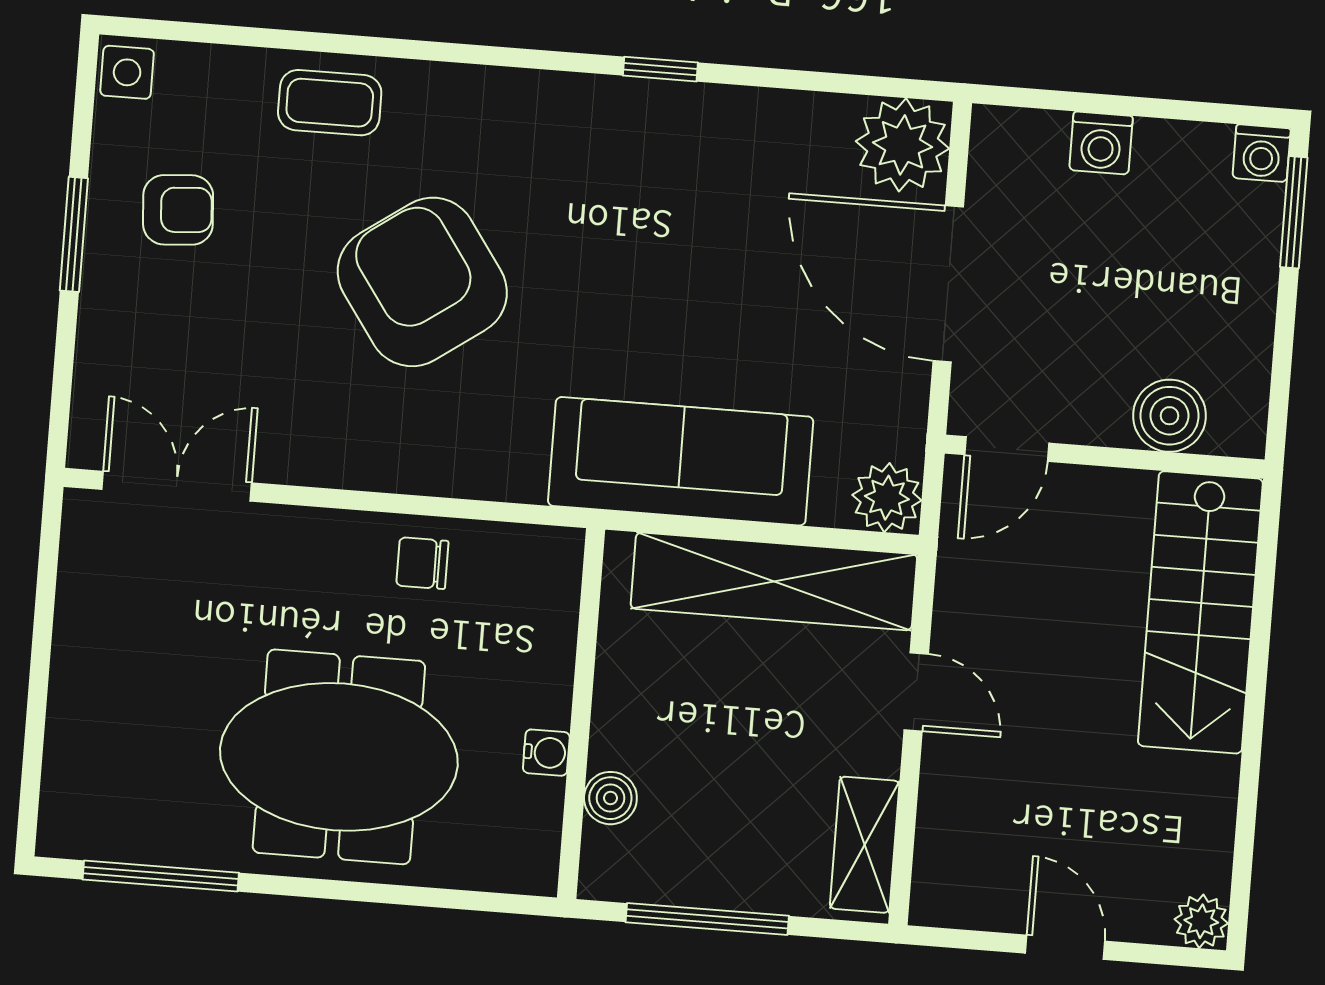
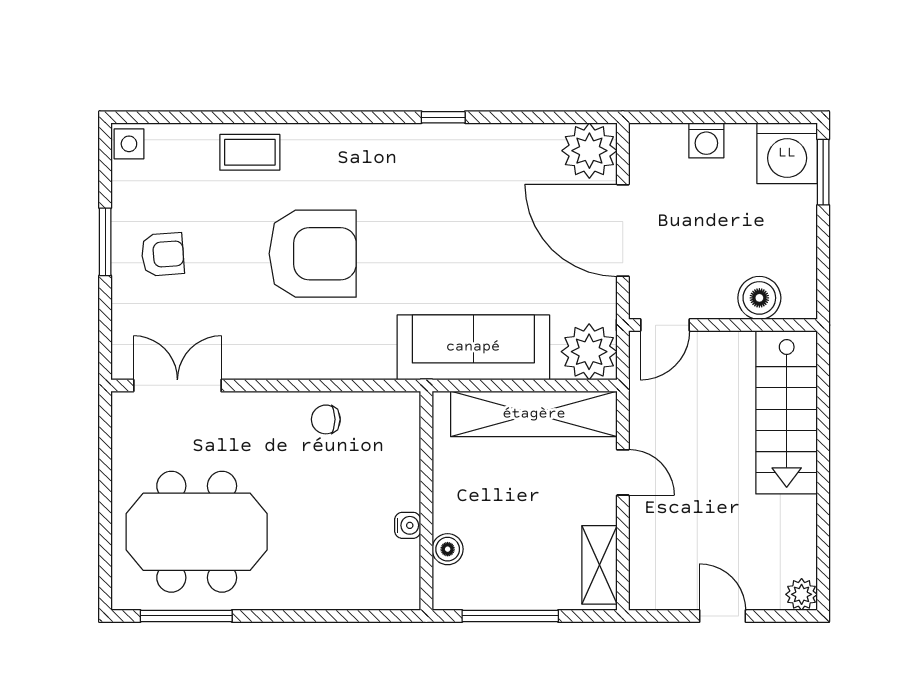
washing machine: (1262, 153) -> (787, 153), width x1.89, depth x1.89
armchair: (178, 210) -> (163, 254), moved
armchair: (422, 282) -> (313, 254), turned 125
plant: (887, 498) -> (589, 352), width x1.36, depth x1.36
meeting table: (339, 757) -> (197, 532), moved

